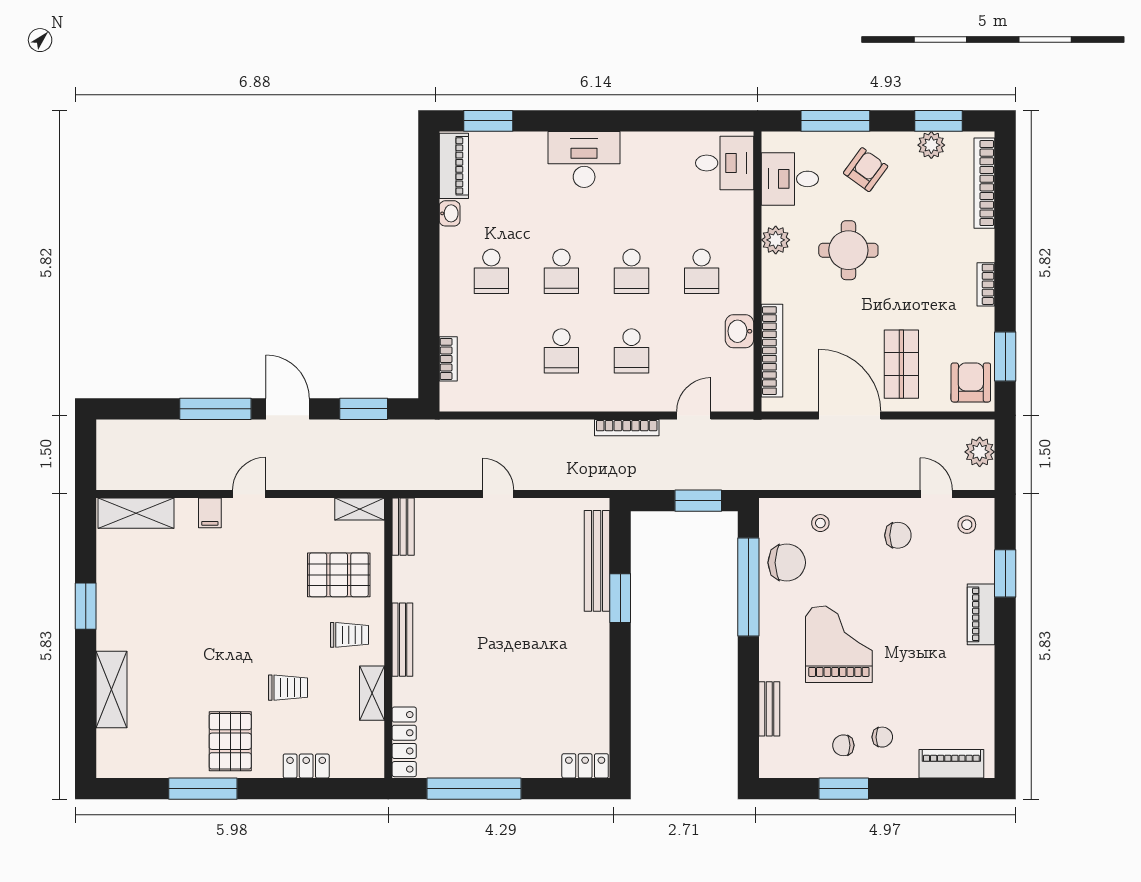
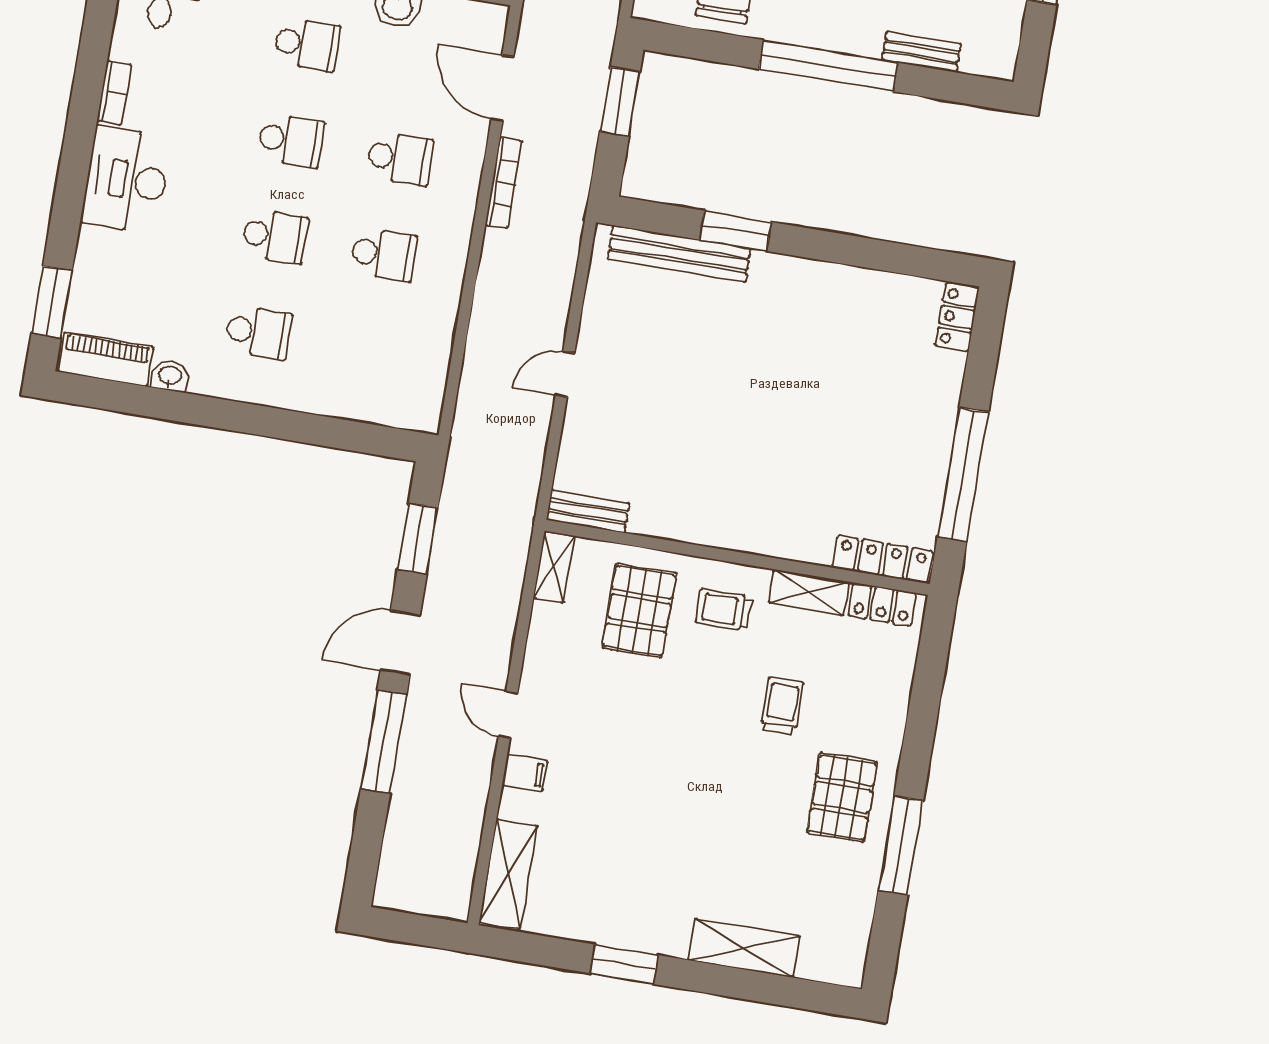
bookcase: (448, 359) -> (114, 93), moved, turned 90
door: (694, 415) -> (502, 88), width x1.38
window: (748, 587) -> (829, 66), moved
trolley: (350, 635) -> (724, 610), turned -90
bench: (402, 640) -> (742, 538), removed
pallet: (230, 741) -> (842, 797), turned 90
locker: (306, 766) -> (882, 604), moved, turned -90

